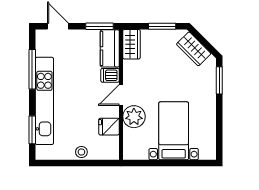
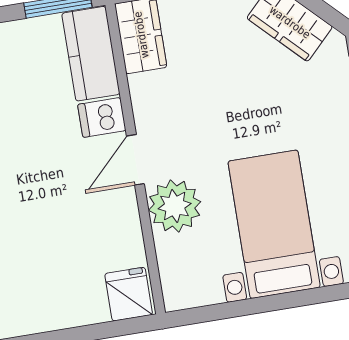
fridge: (109, 127) -> (129, 294), moved, turned 90
stool: (81, 152) -> (64, 310), removed

